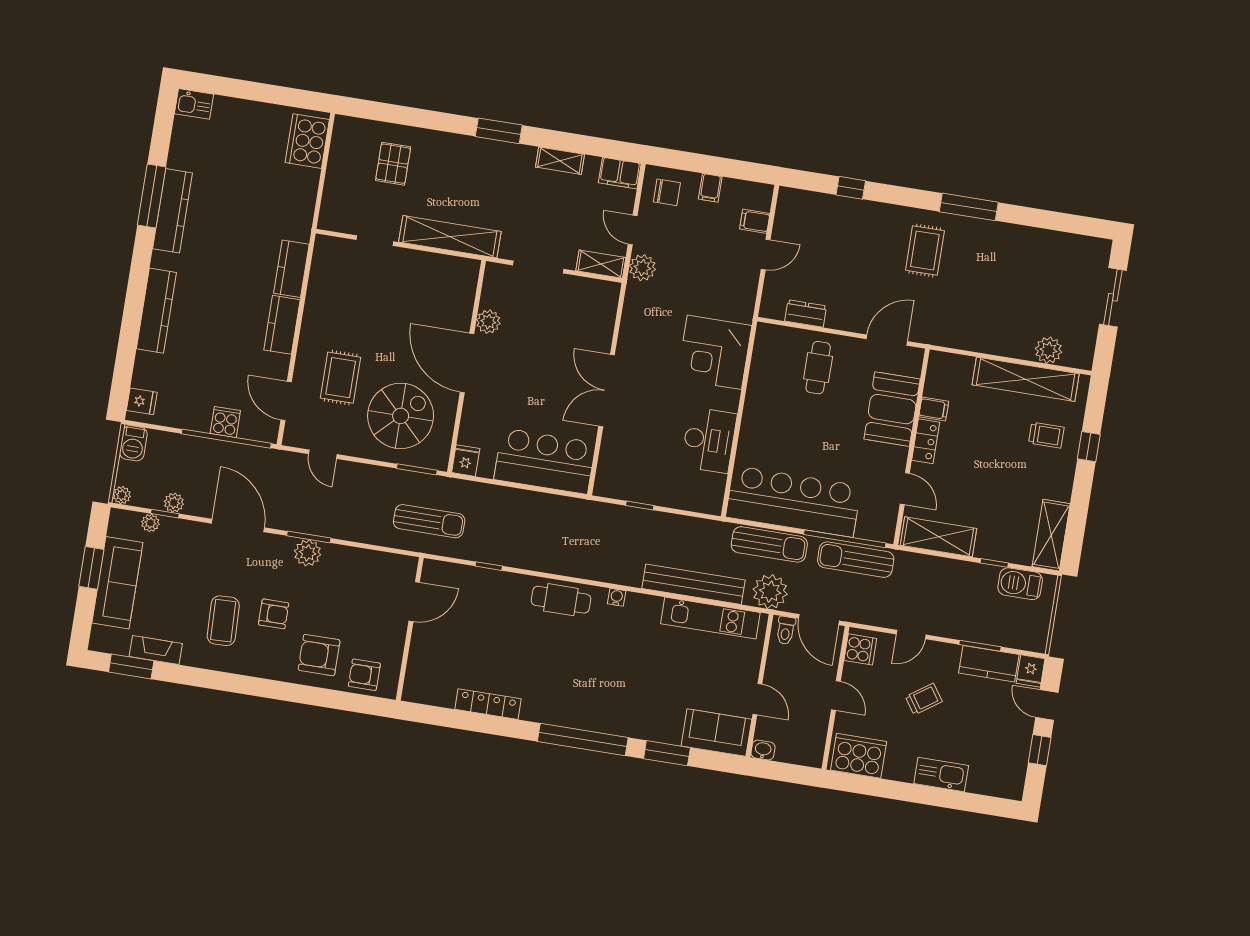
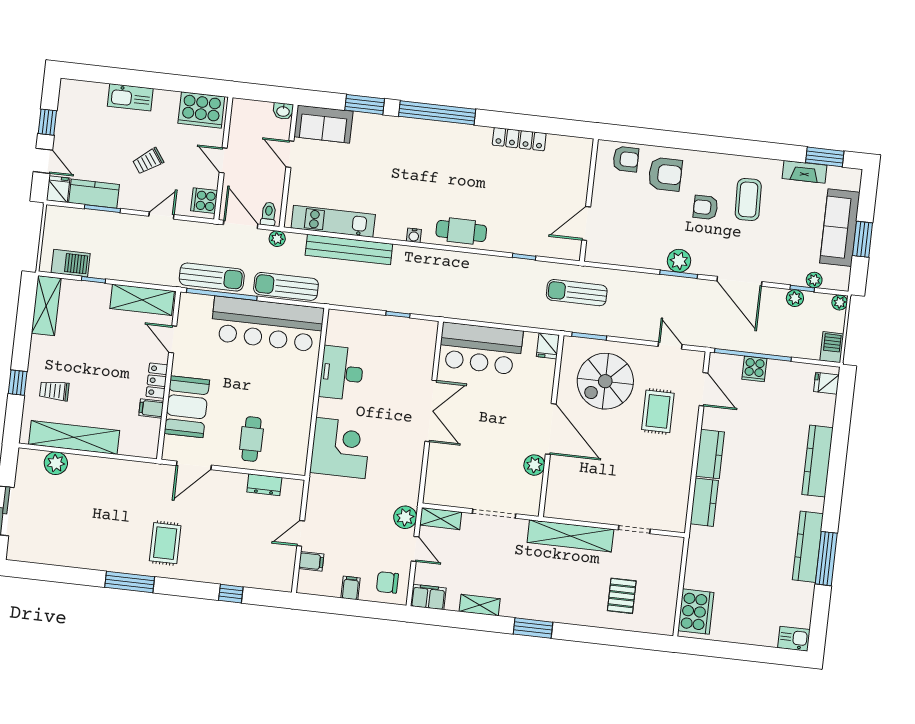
plant: (770, 592) -> (277, 239), width x0.53, depth x0.53

